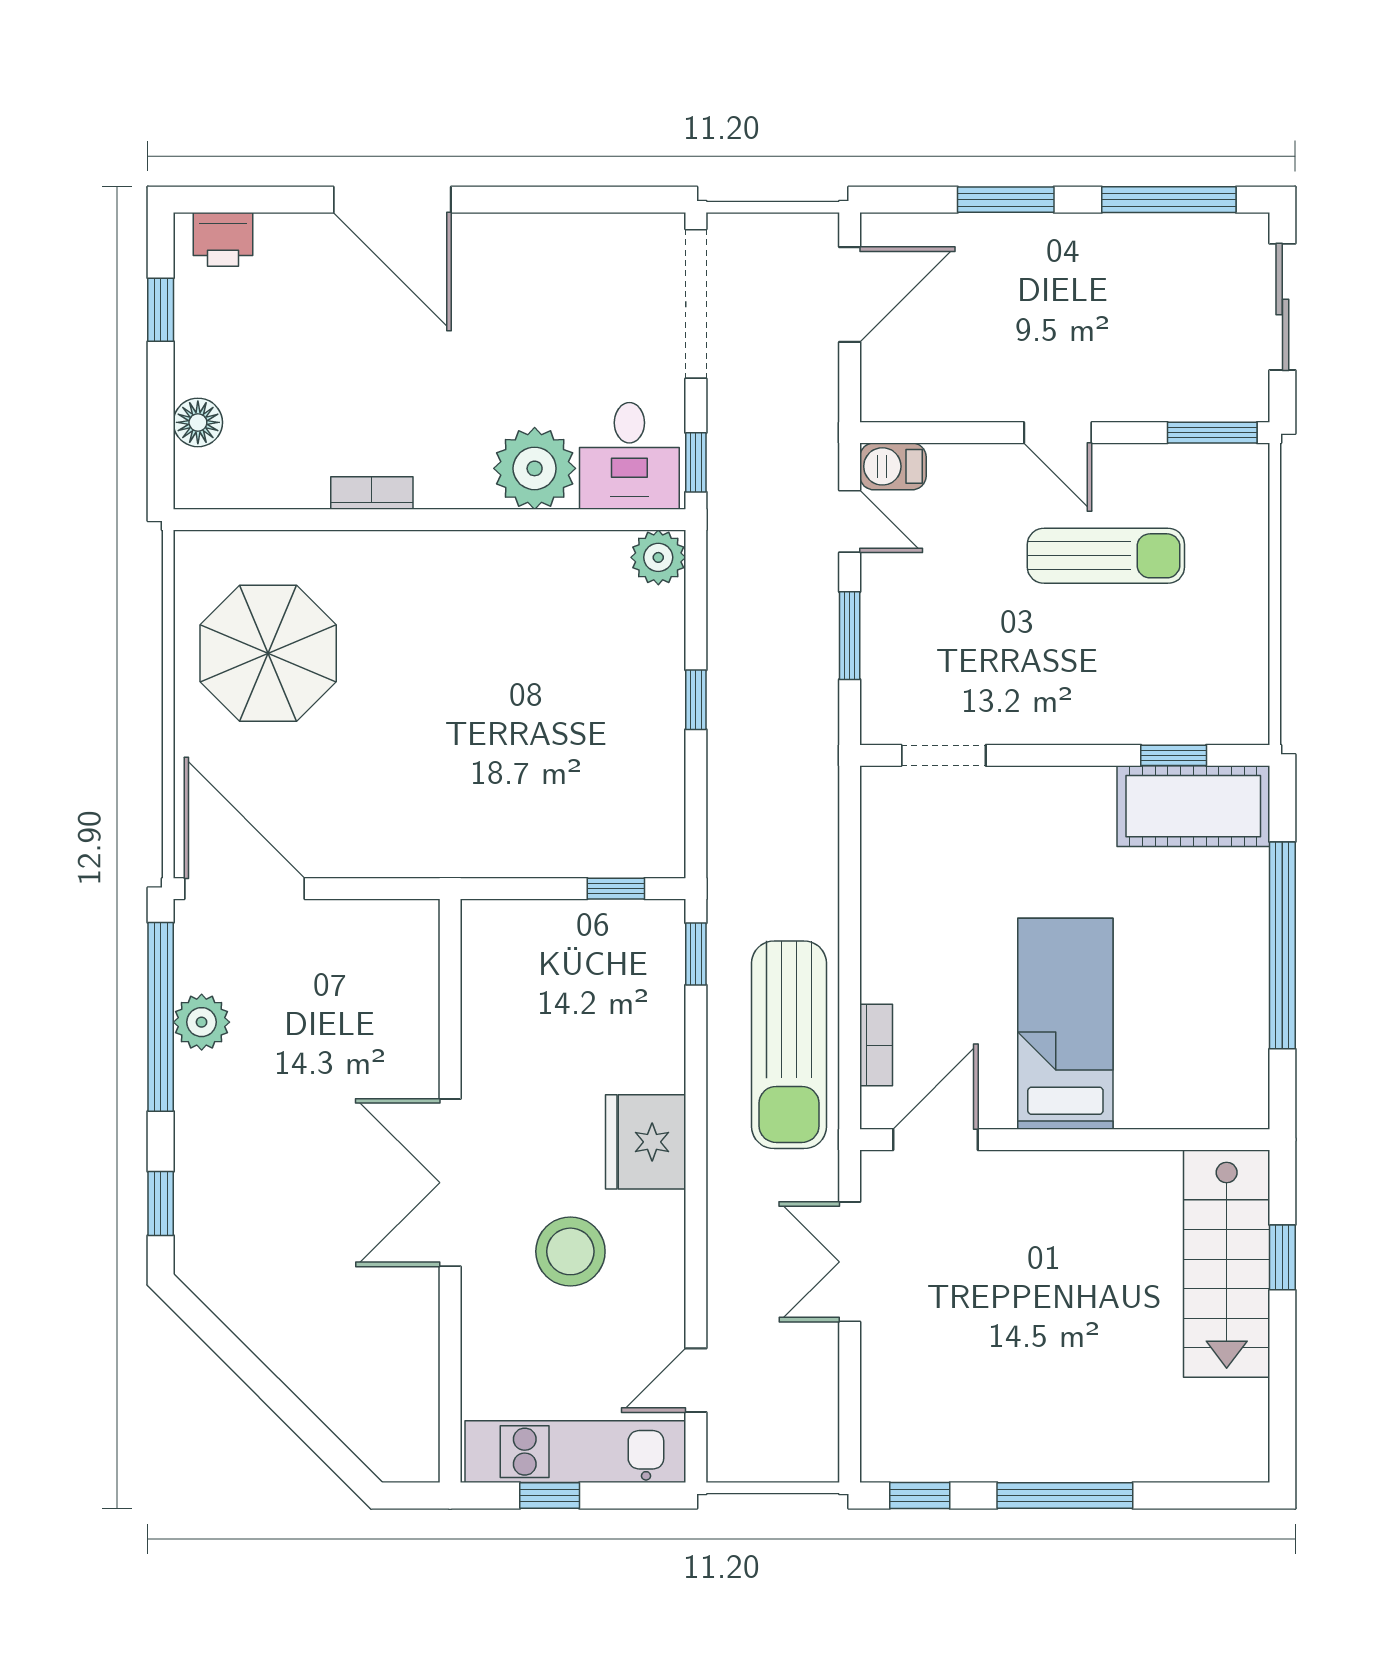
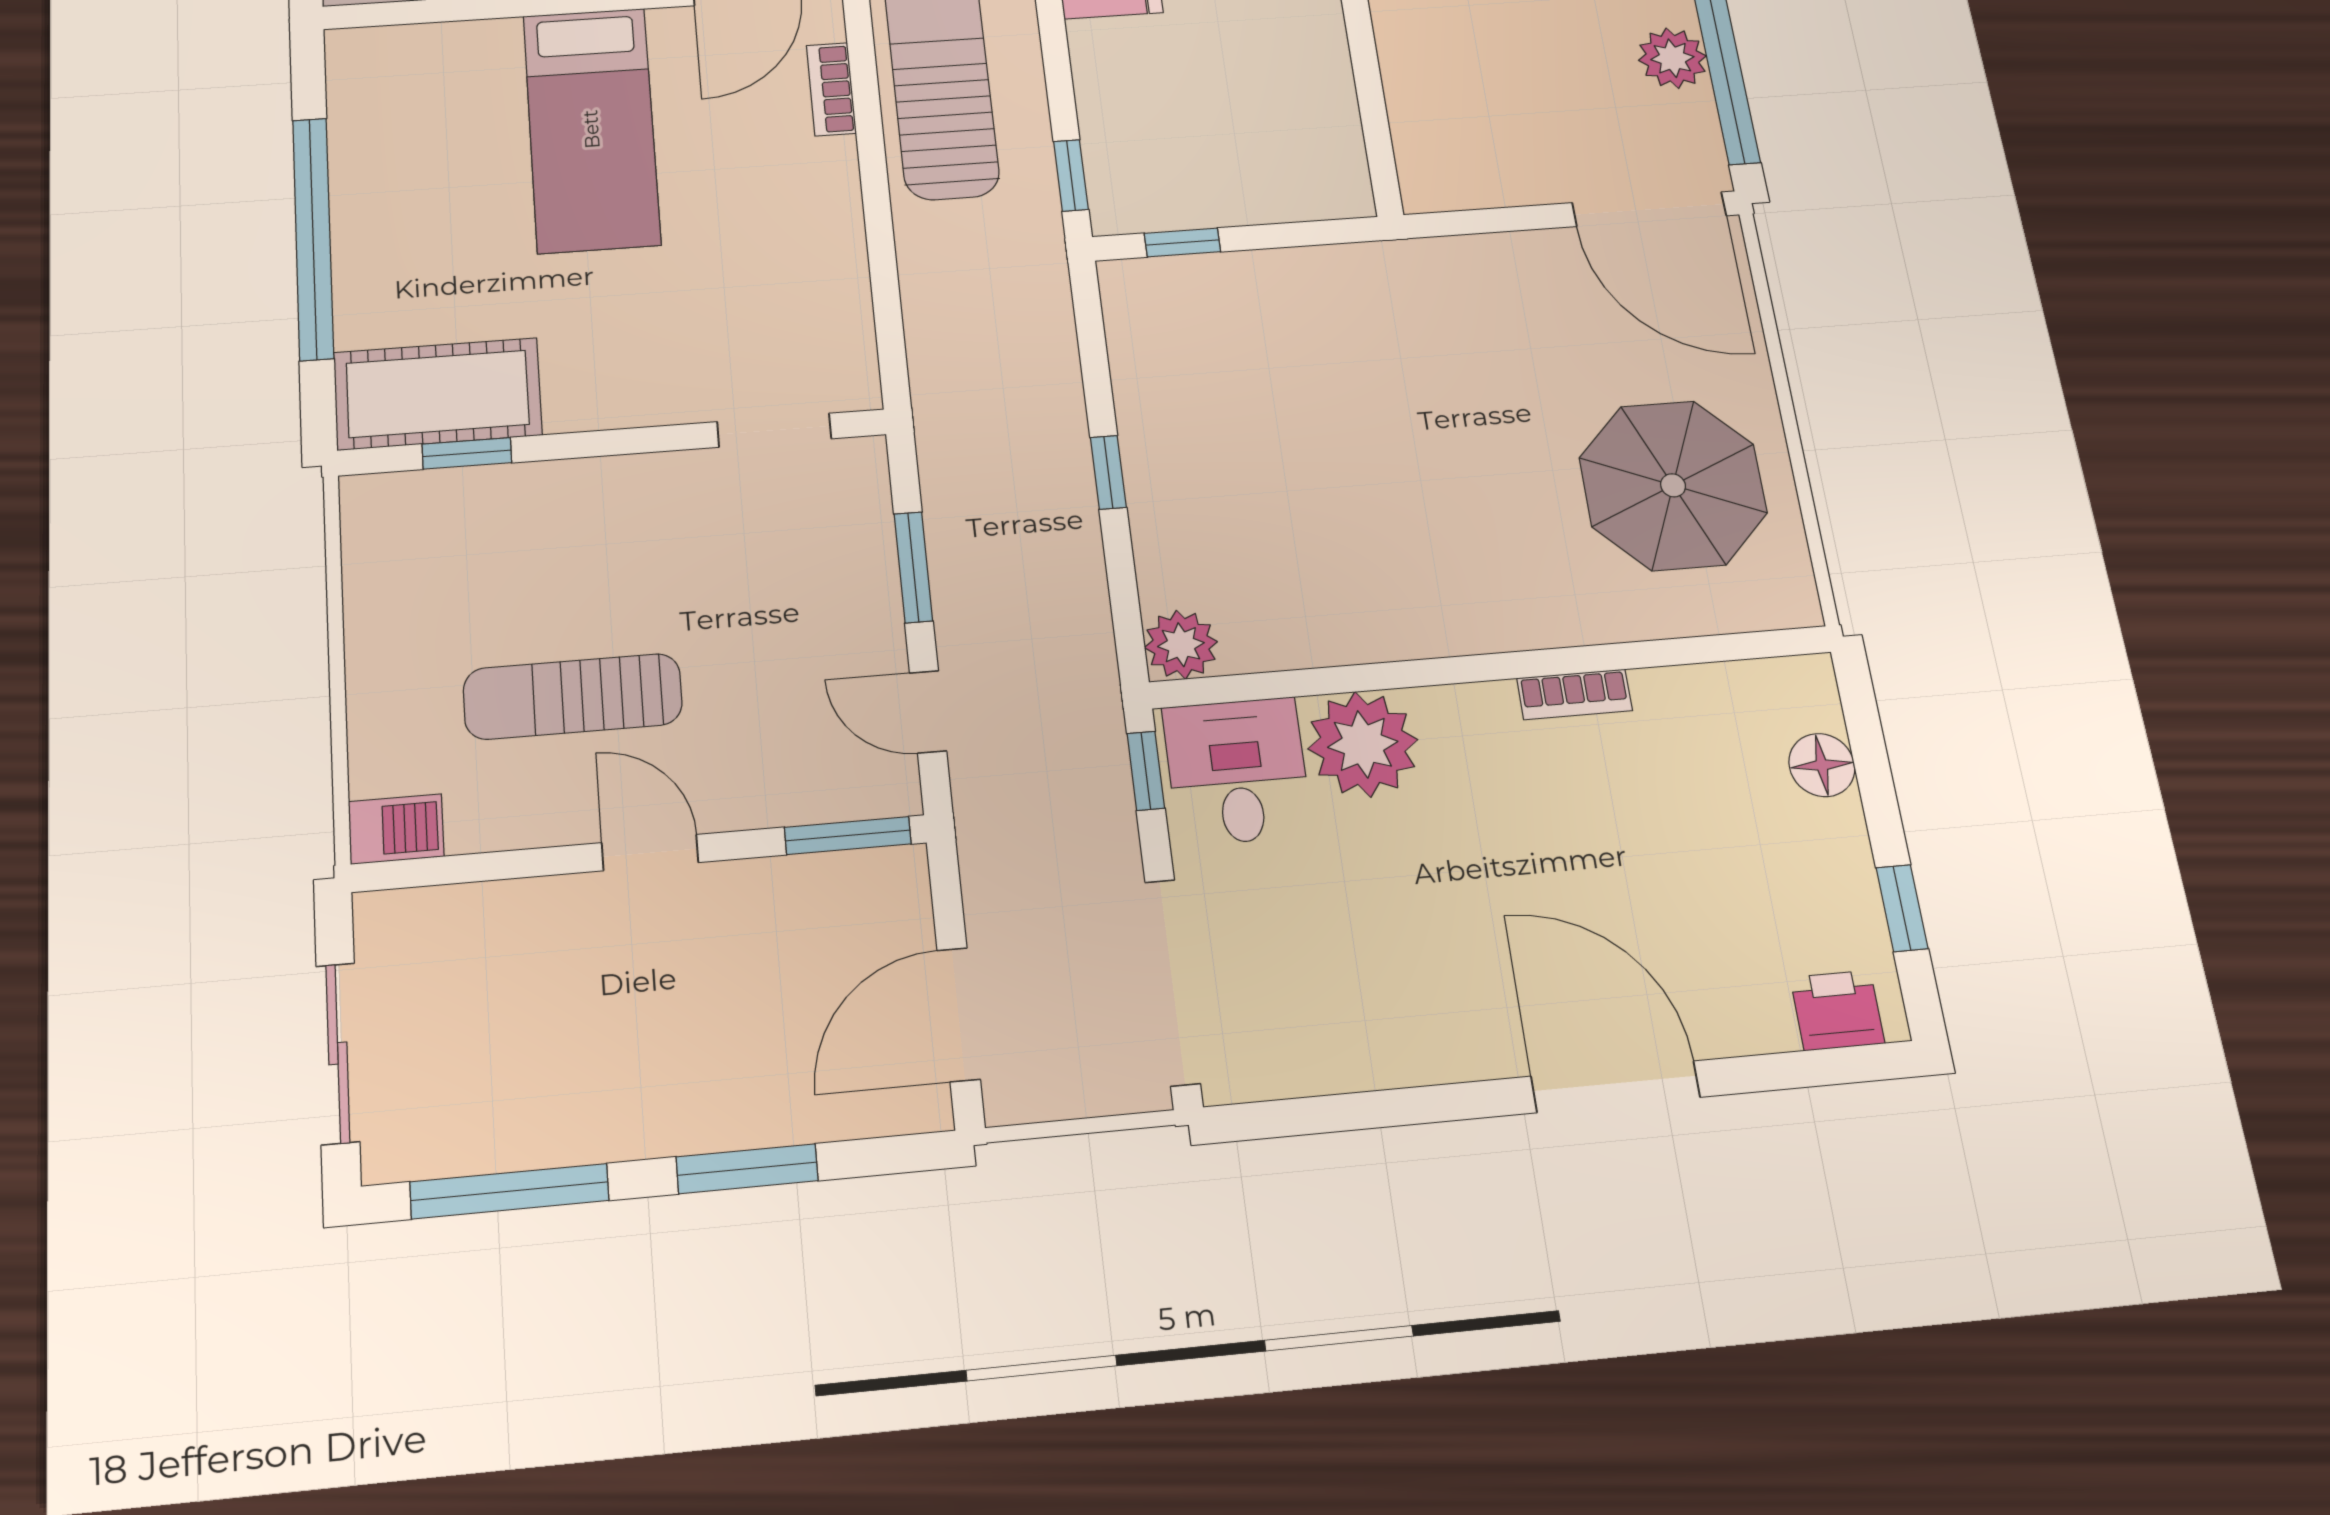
window: (1212, 433) -> (848, 836), moved
barbecue: (893, 466) -> (396, 829), moved

